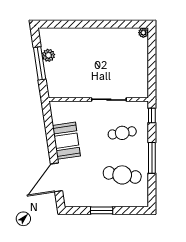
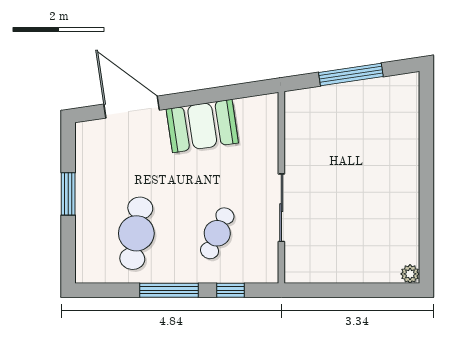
plant: (48, 55) -> (366, 91), removed
window: (152, 116) -> (230, 290), moved
cafe table: (122, 133) -> (217, 233), turned 33

